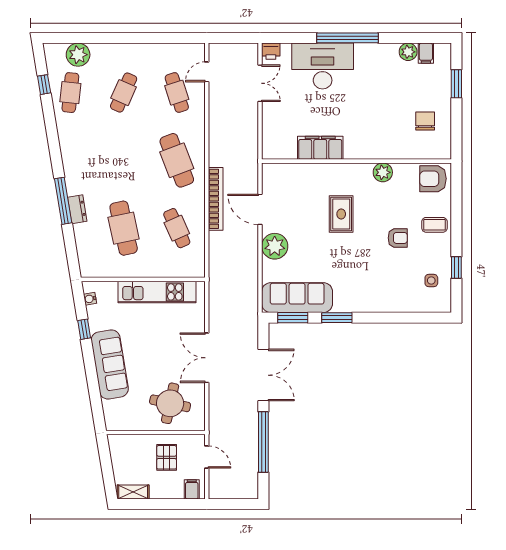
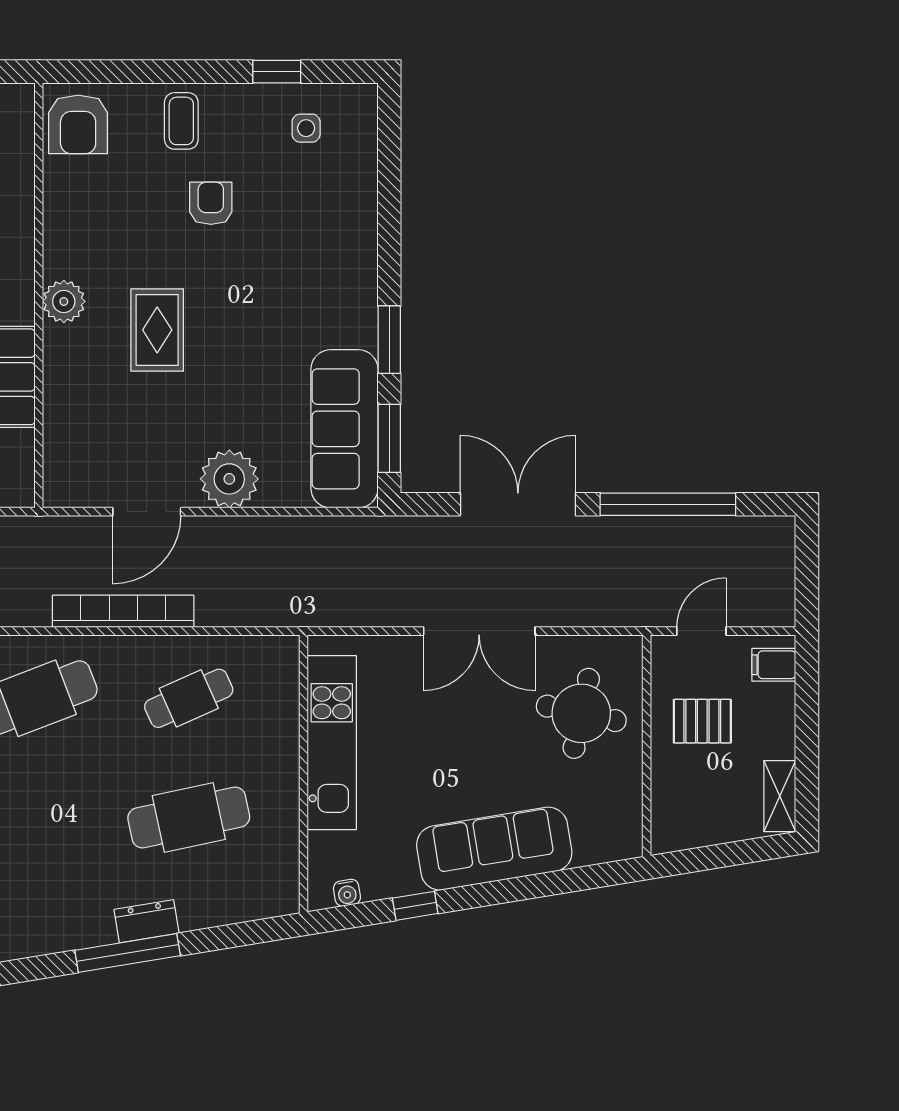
plant: (383, 172) -> (64, 301), moved
rug: (341, 214) -> (157, 330), turned 90

